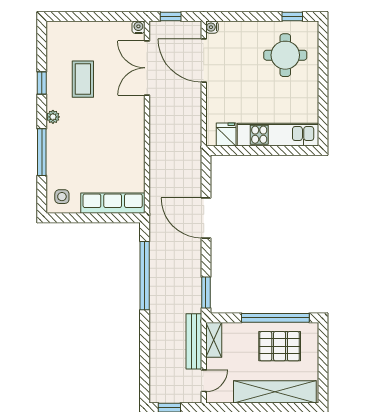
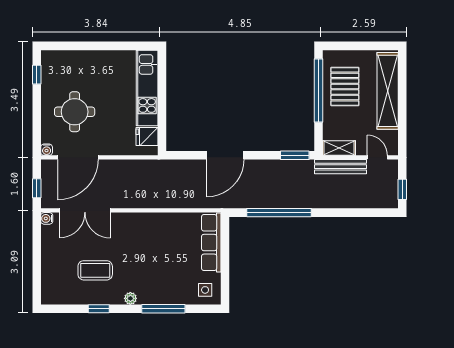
round table: (285, 55) -> (75, 112), moved

